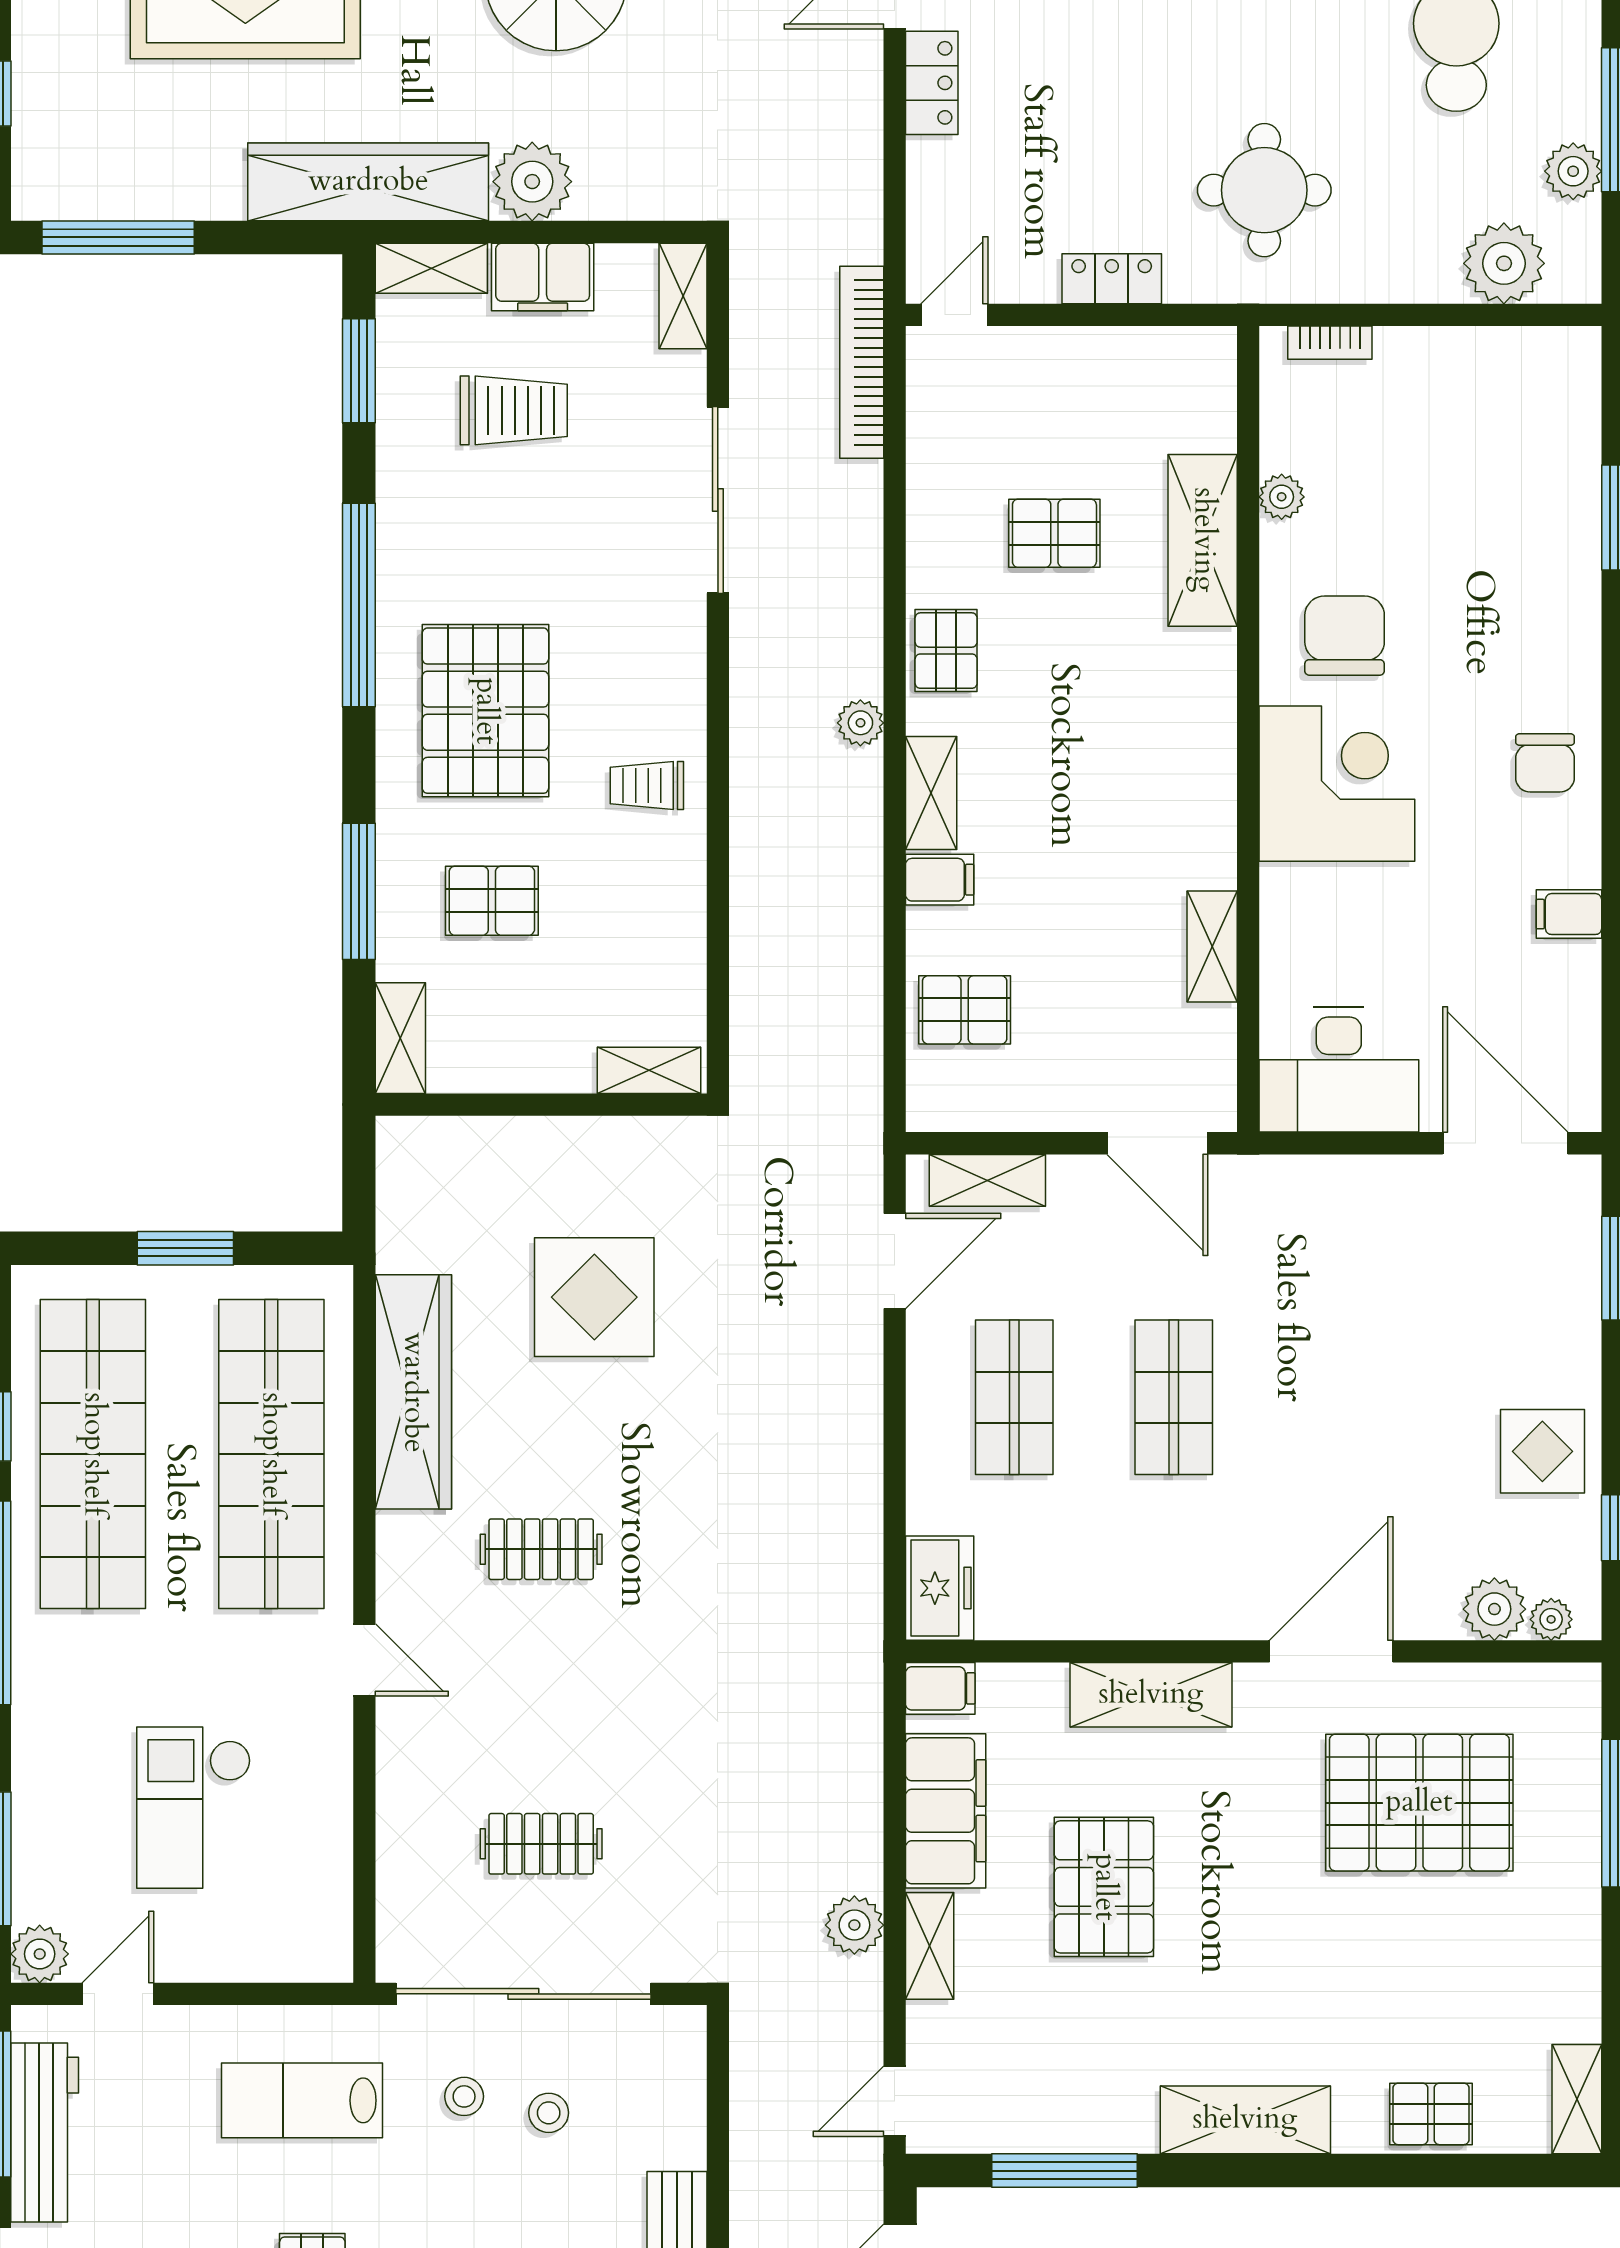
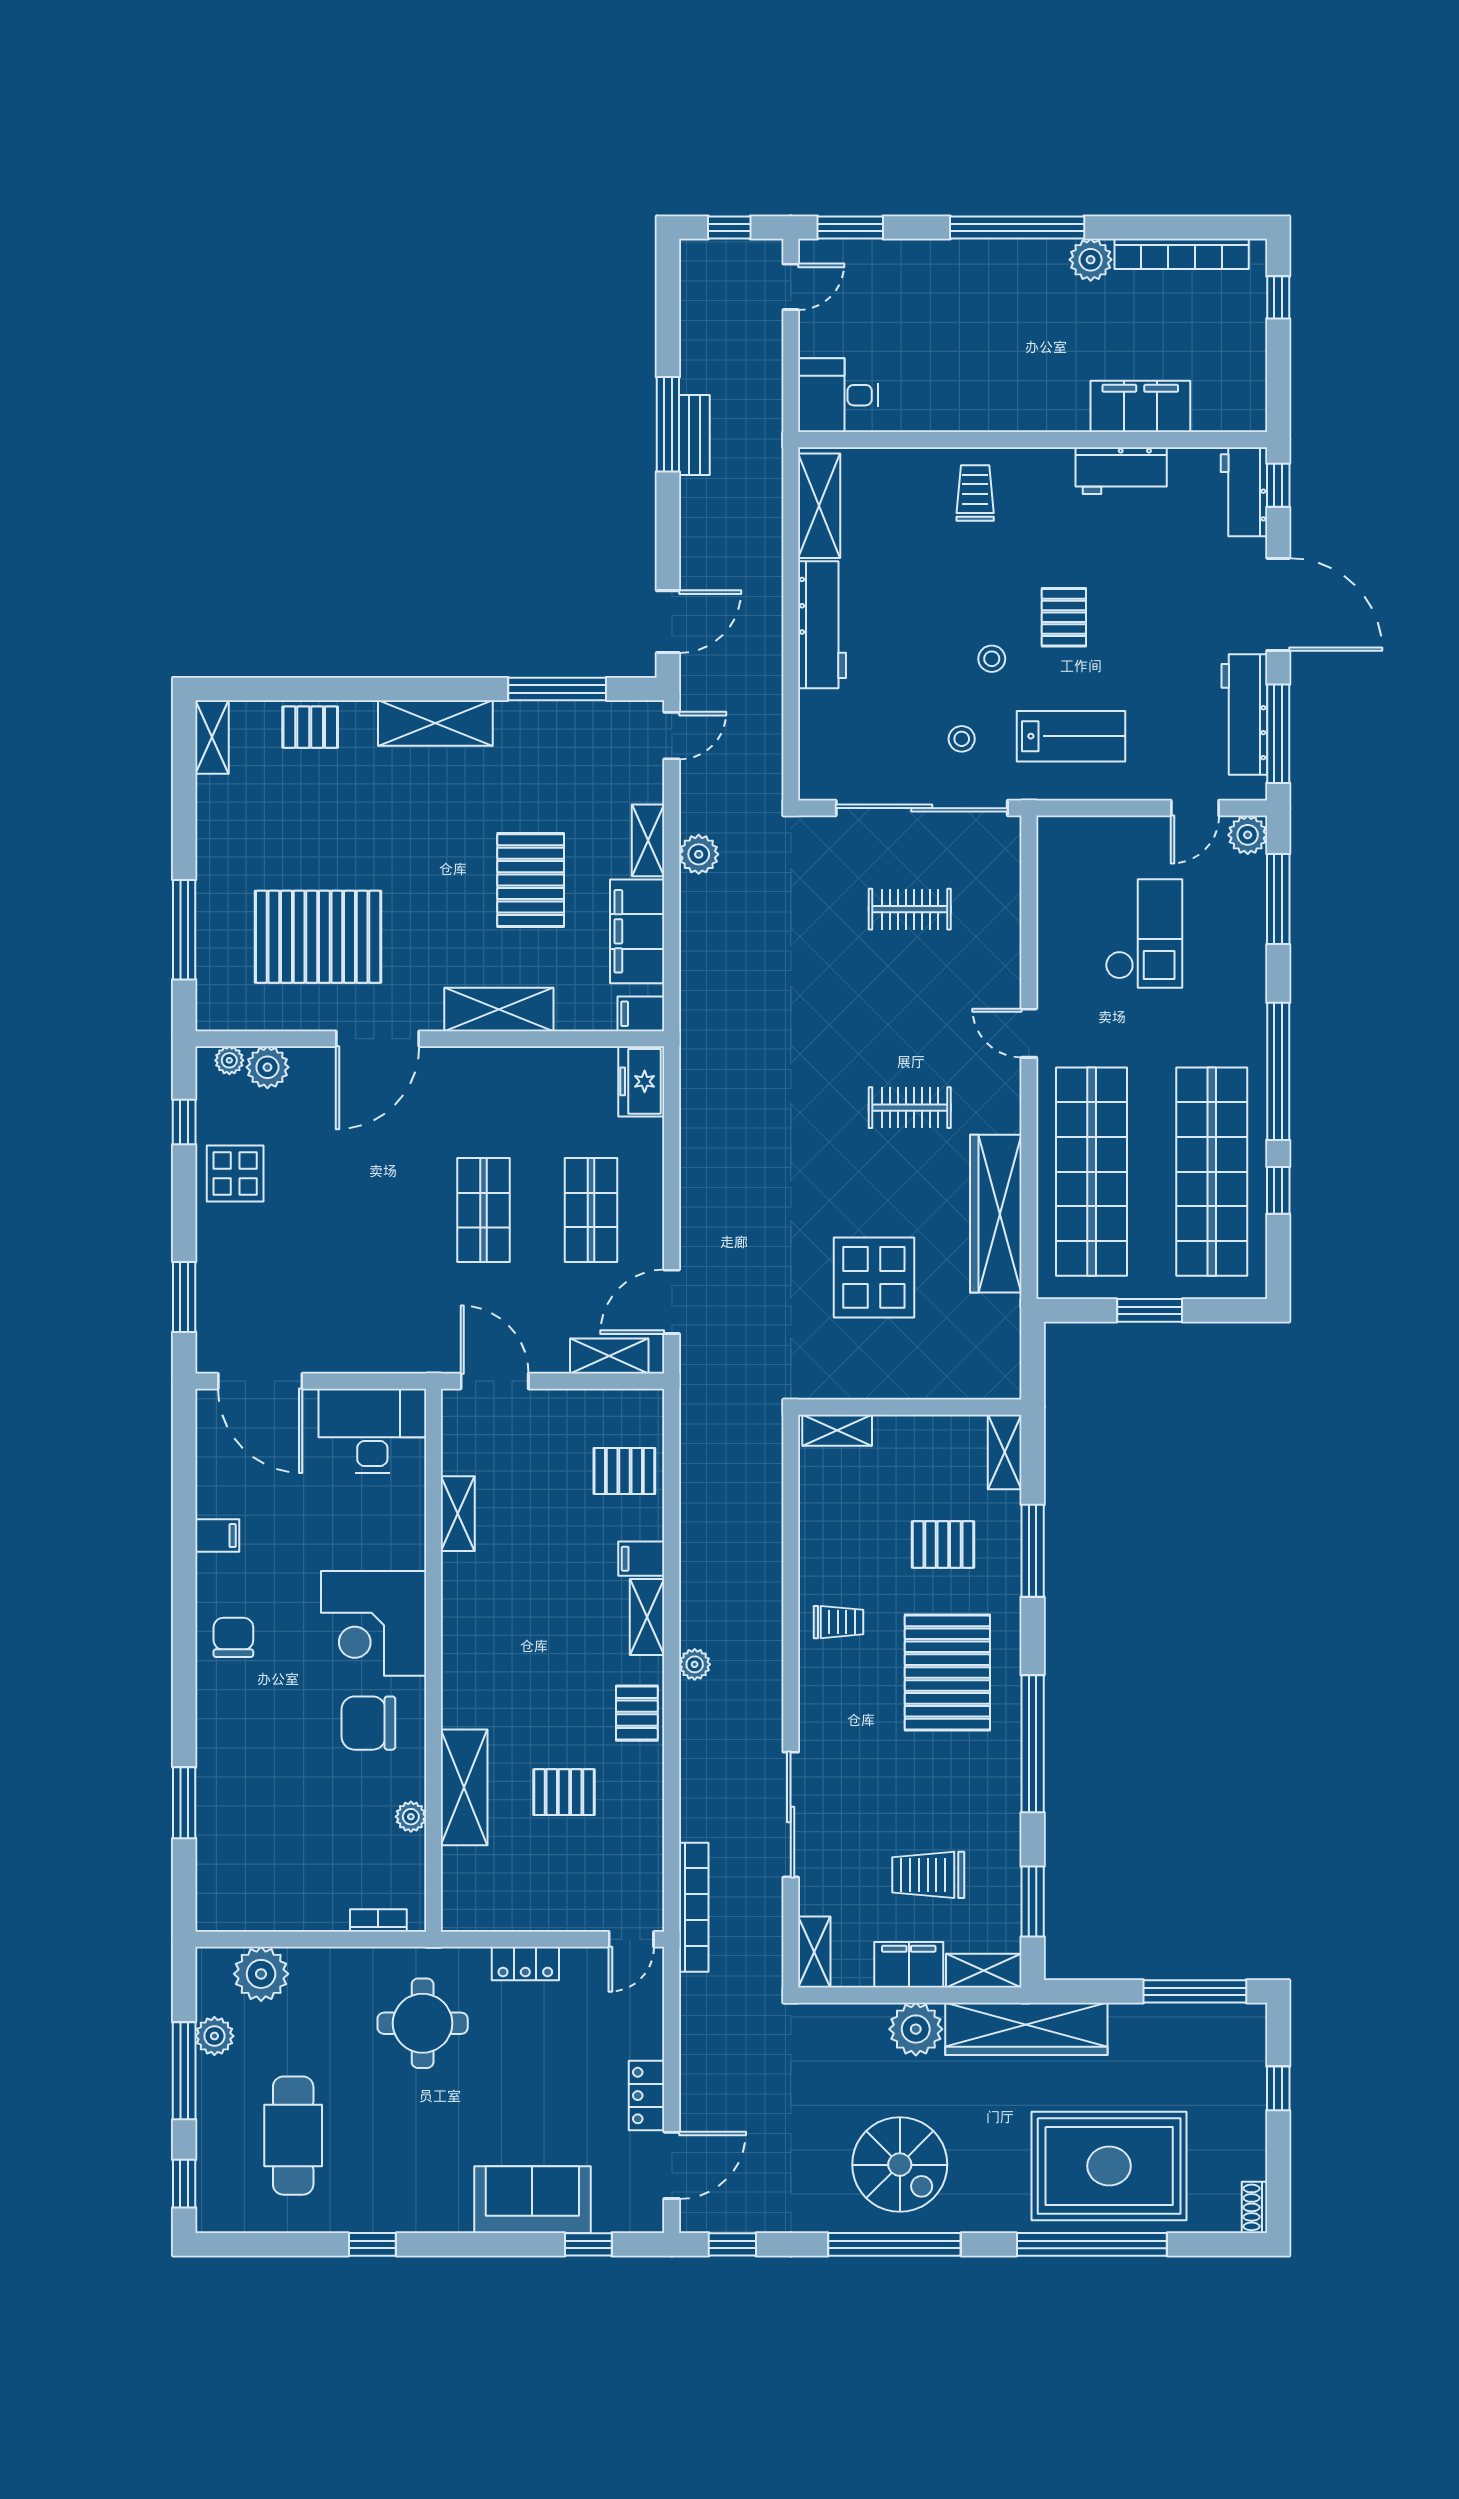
chair: (1345, 636) -> (368, 1723), turned 90
stool: (549, 2113) -> (992, 659), moved

